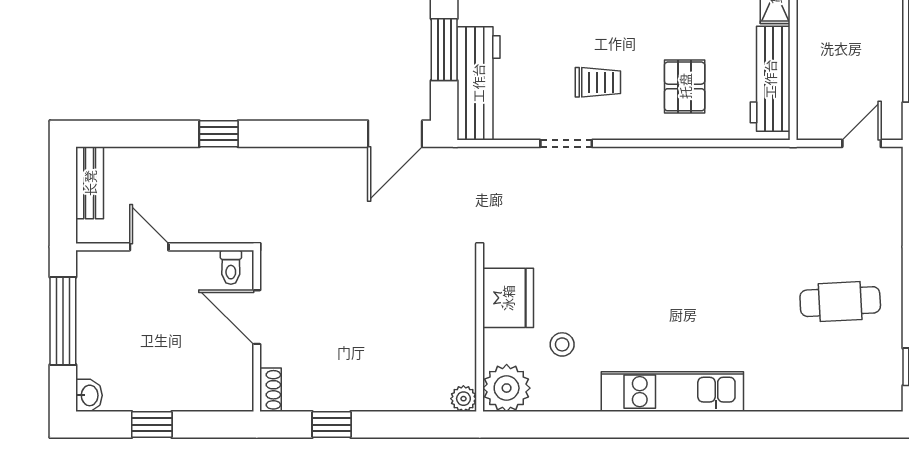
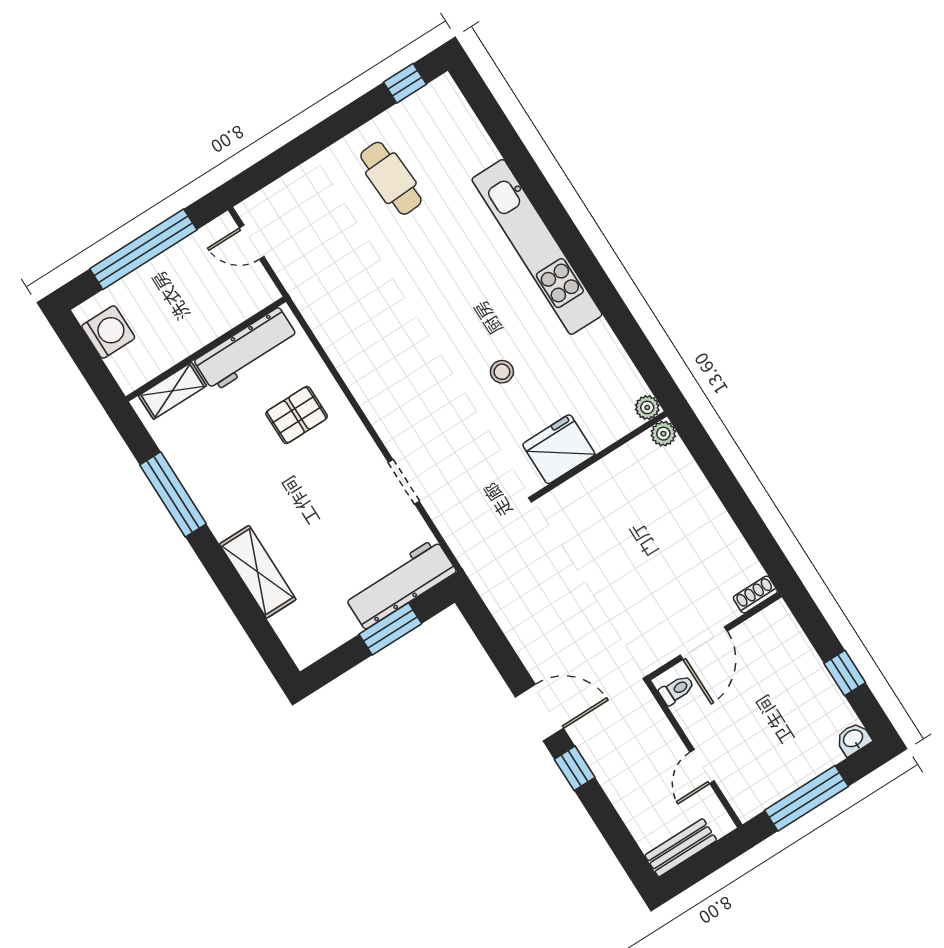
trolley: (598, 82) -> (338, 487), removed
door: (395, 134) -> (539, 713), moved
stool: (562, 344) -> (502, 372), moved
plant: (507, 388) -> (647, 407), width x0.53, depth x0.53
kitchen unit: (672, 392) -> (537, 247), width x1.36
window: (332, 425) -> (752, 527), removed

